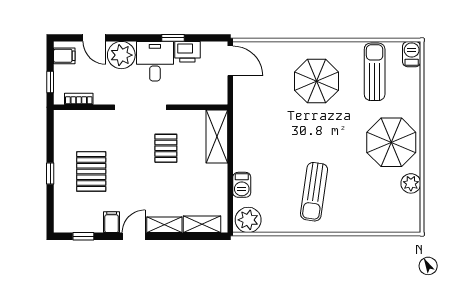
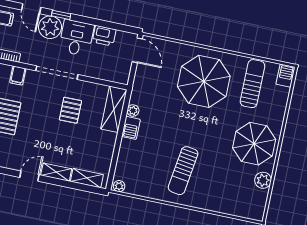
window: (173, 38) -> (61, 15), moved
parasol: (316, 81) -> (204, 81), width x1.36, depth x1.36
plant: (240, 133) -> (133, 111), added
barbecue: (242, 185) -> (131, 128), moved
plant: (248, 220) -> (119, 186), width x0.53, depth x0.53
filing cabinet: (112, 222) -> (18, 76), moved, turned 180

